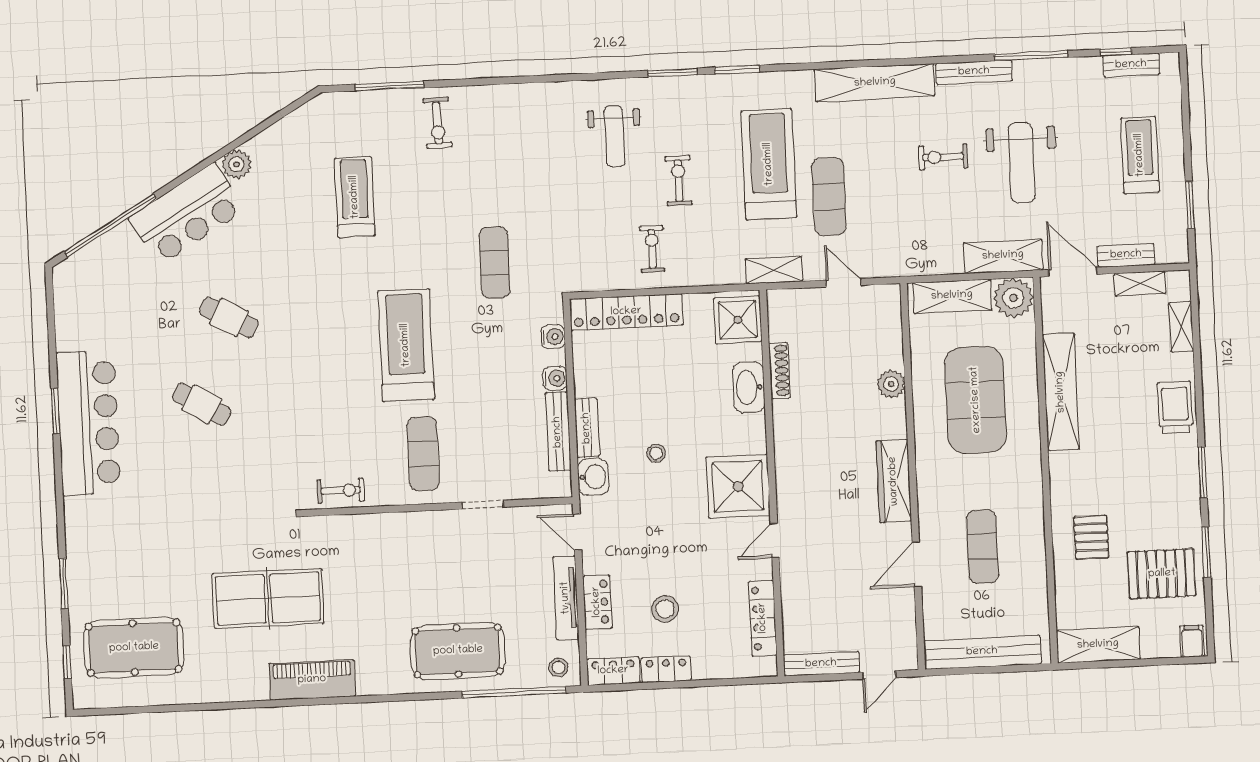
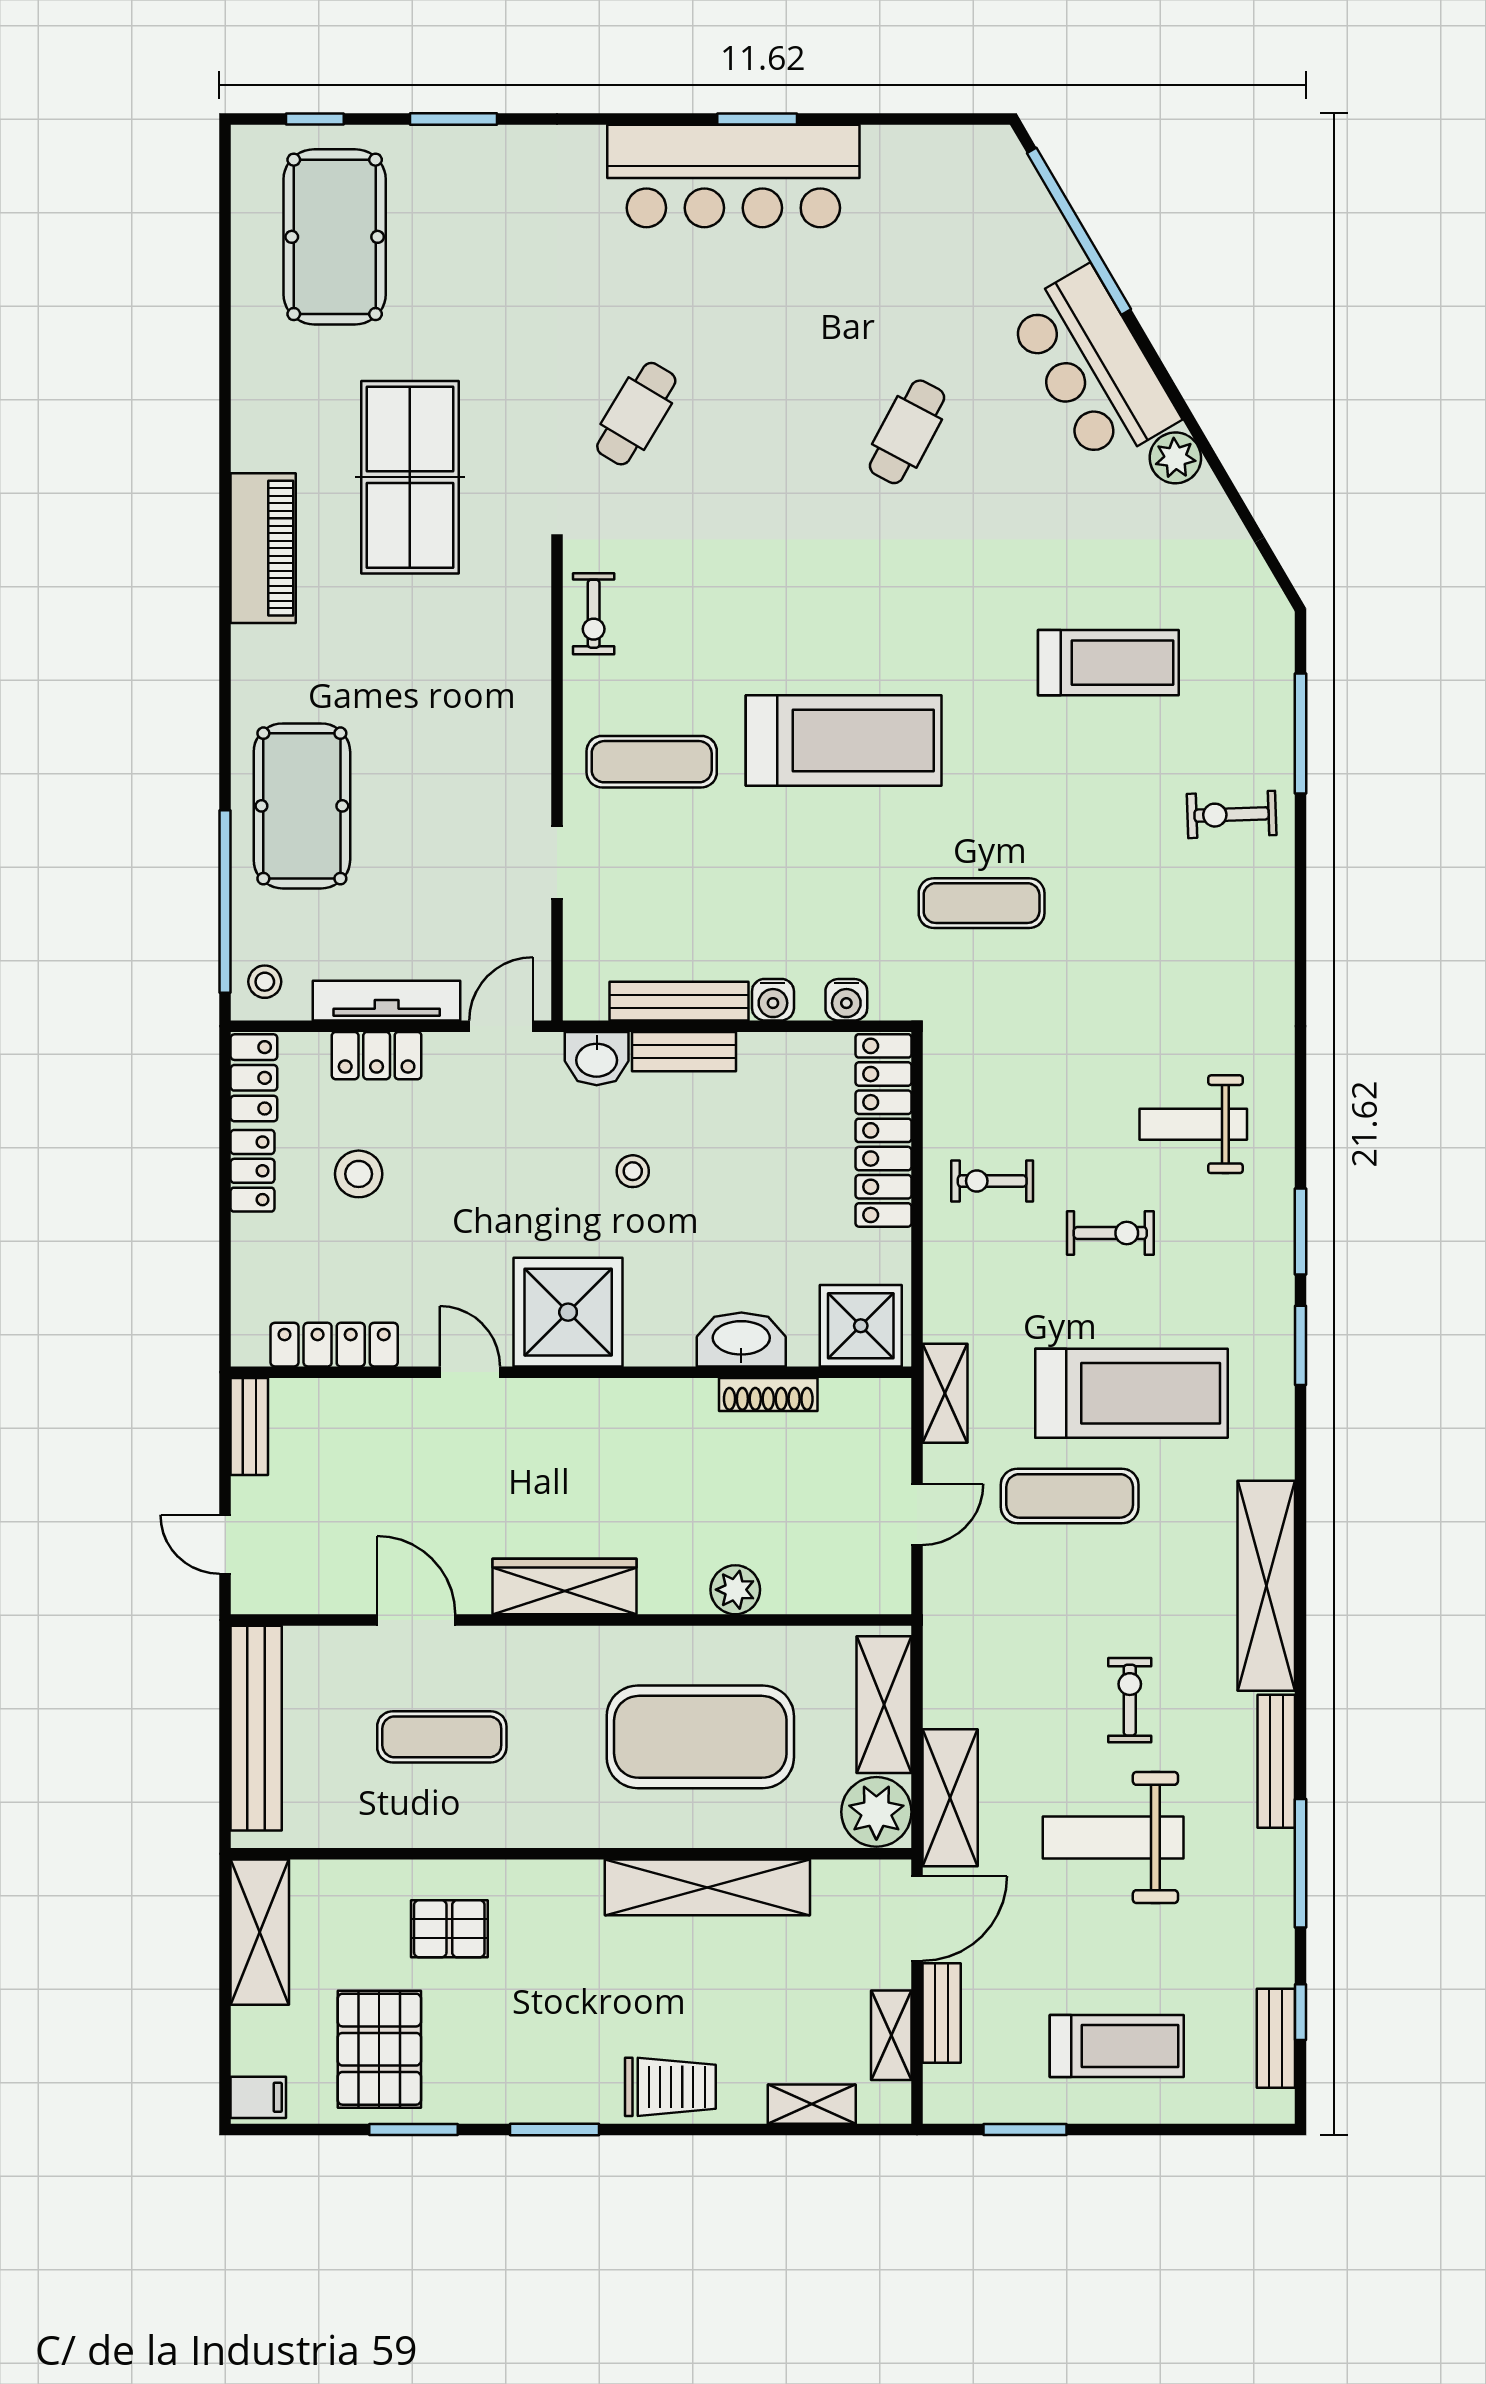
exercise bike: (652, 249) -> (992, 1181), turned 180
cafe table: (202, 404) -> (636, 414), moved
bench: (821, 664) -> (249, 1426), width x0.73

